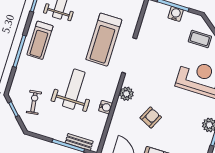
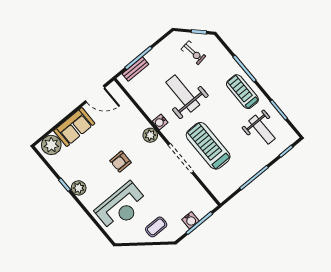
weight bench: (74, 89) -> (183, 93), turned 180
water cooler: (106, 107) -> (160, 122), moved
armchair: (151, 117) -> (120, 162), moved, turned 64

